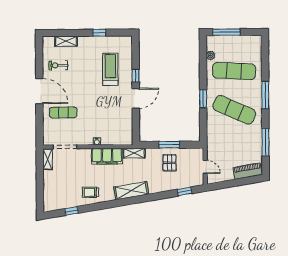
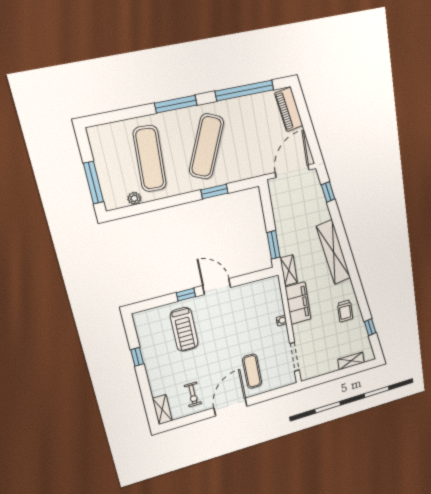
shelving: (66, 41) -> (162, 410), moved
treadmill: (110, 69) -> (184, 329), turned -90
window: (203, 99) -> (214, 191), moved
window: (265, 142) -> (244, 90), width x1.46
window: (169, 145) -> (274, 245), moved
shelving: (48, 159) -> (351, 361), moved
pallet: (170, 163) -> (294, 221), removed
door: (205, 167) -> (292, 171), width x1.88
shelving: (131, 191) -> (333, 252), width x1.47

